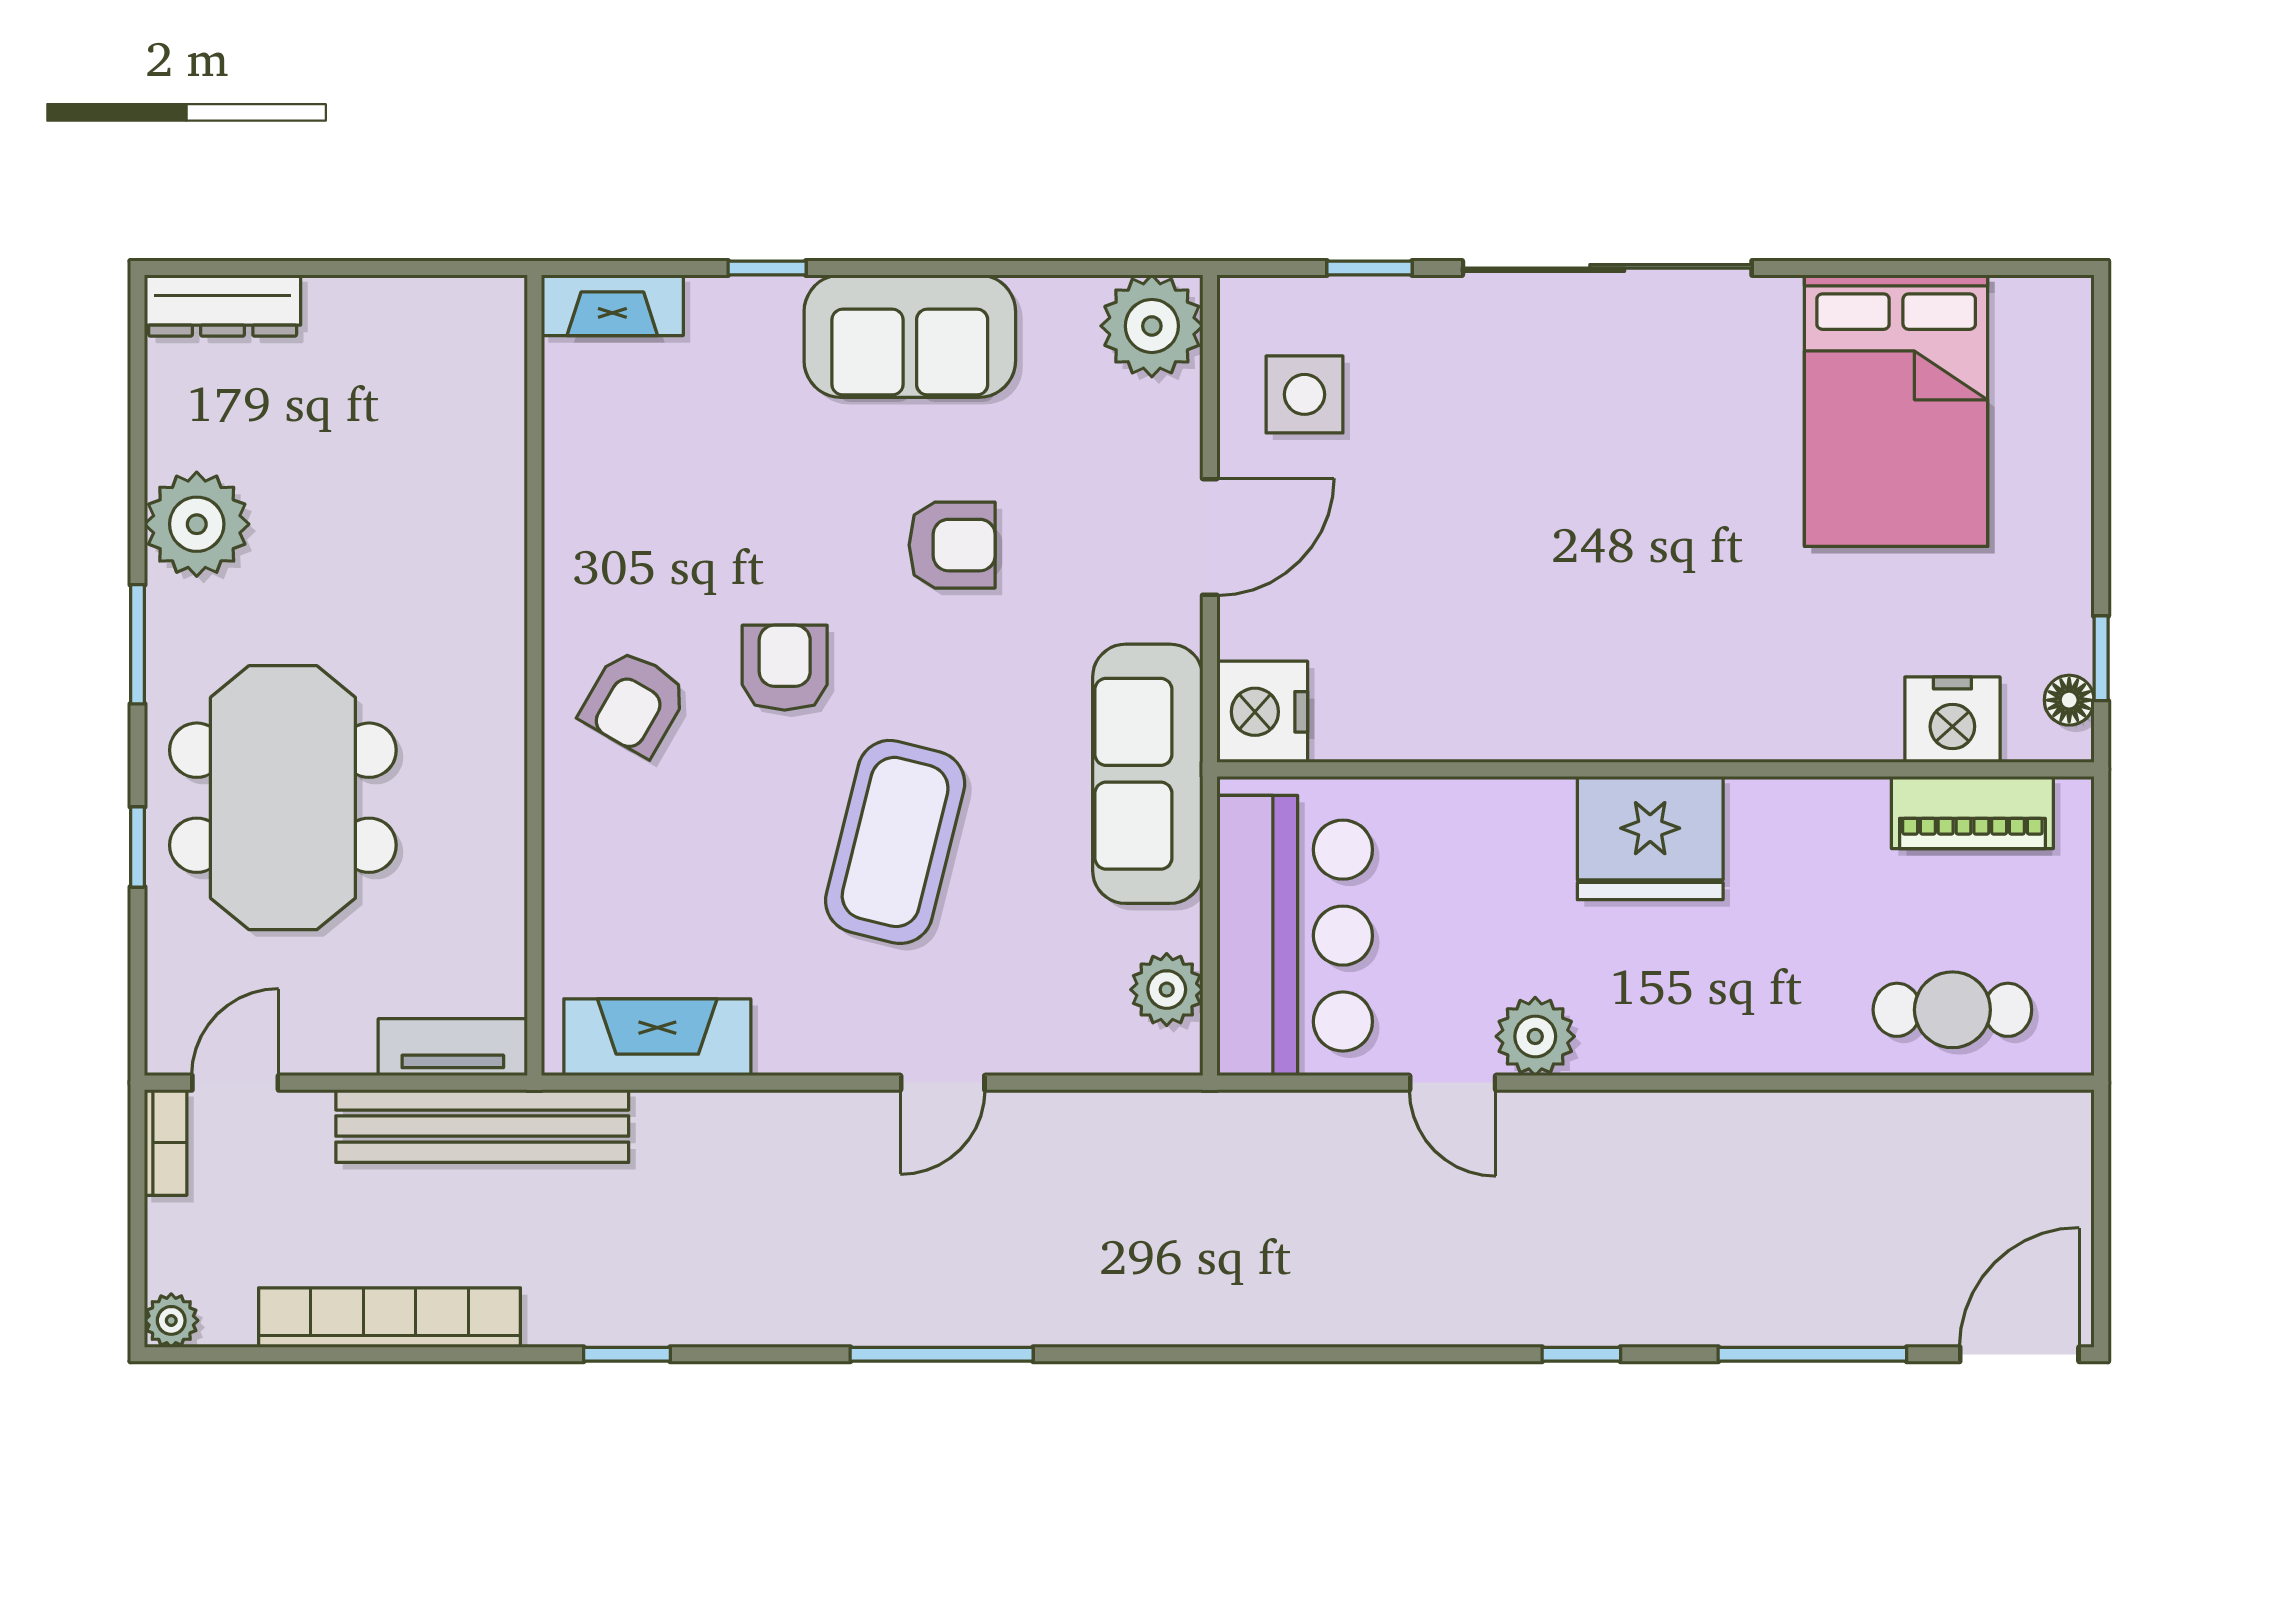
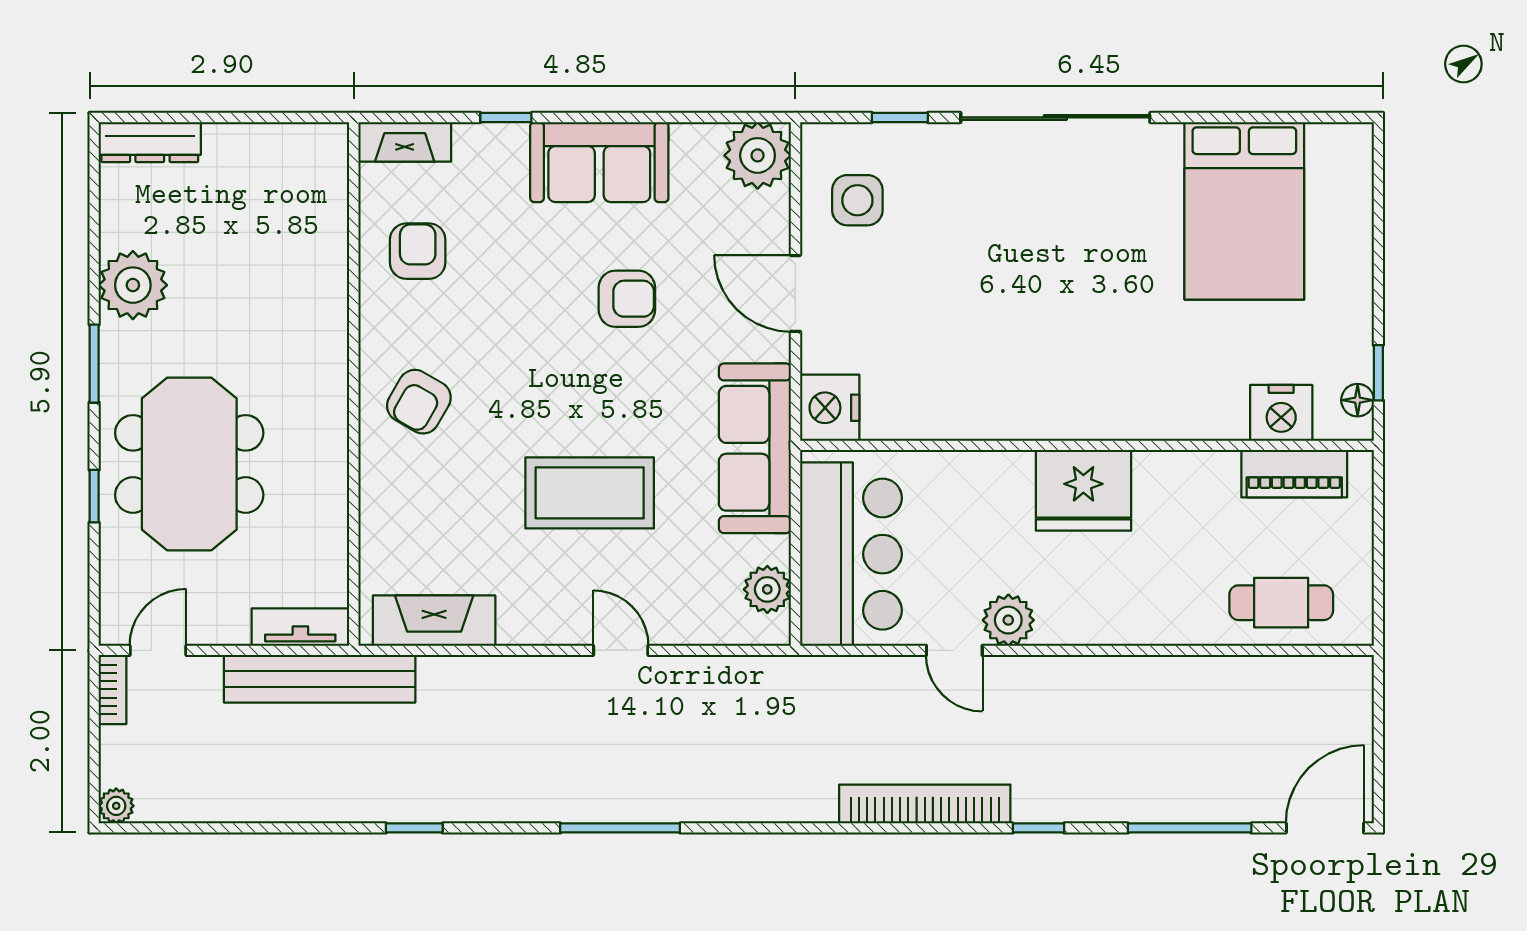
door: (1210, 537) -> (795, 293), swing flipped
armchair: (785, 668) -> (418, 251), moved
coffee table: (895, 842) -> (590, 493), turned 76
door: (943, 1083) -> (621, 650), swing flipped
bookcase: (390, 1318) -> (925, 804), moved

